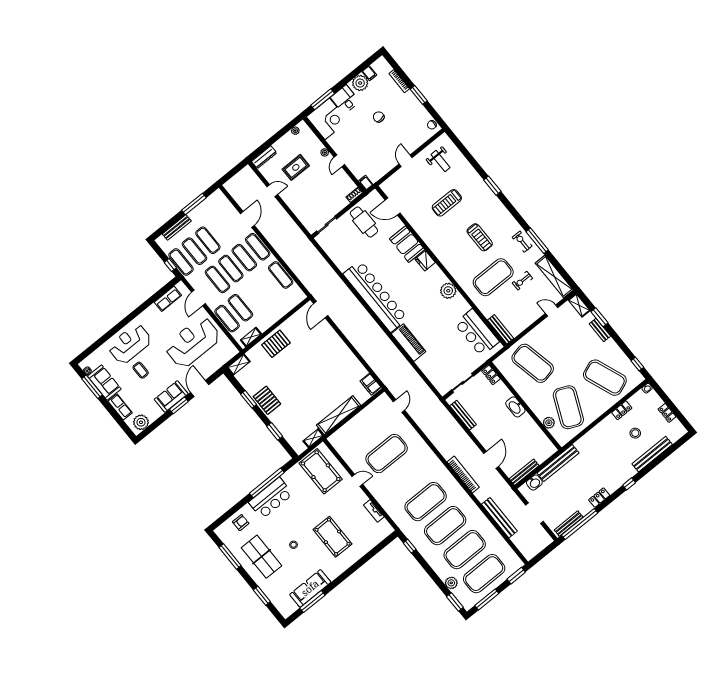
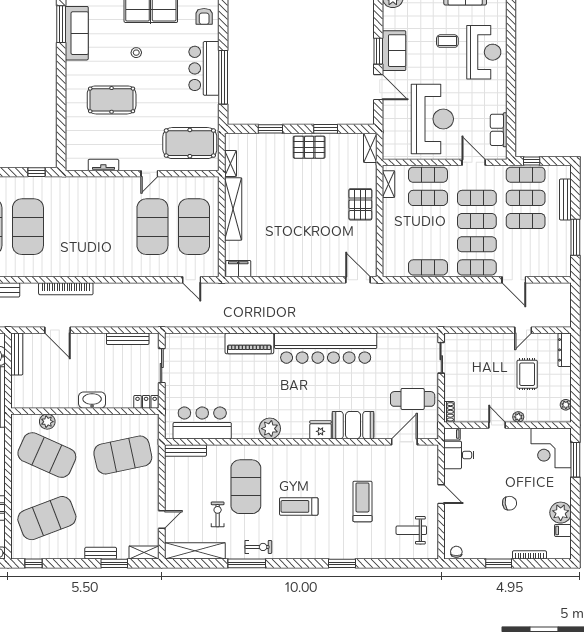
desk: (345, 99) -> (459, 455), moved, turned 180
exercise mat: (426, 502) -> (194, 227), moved

